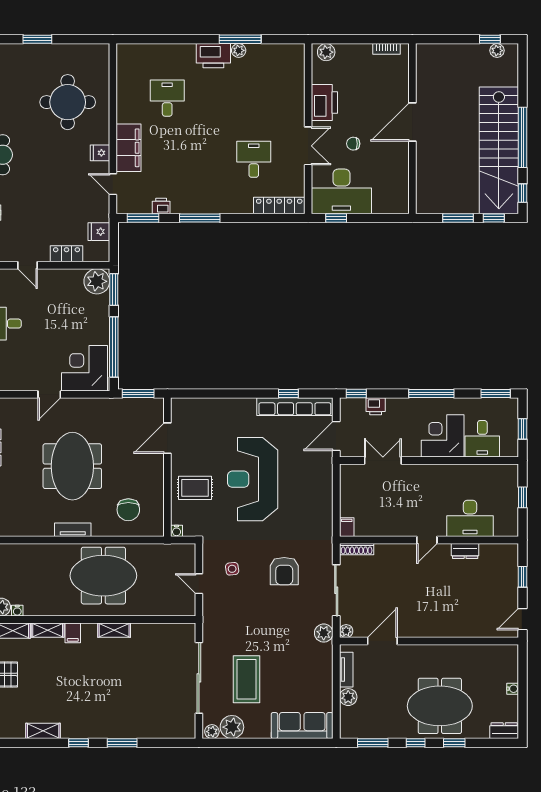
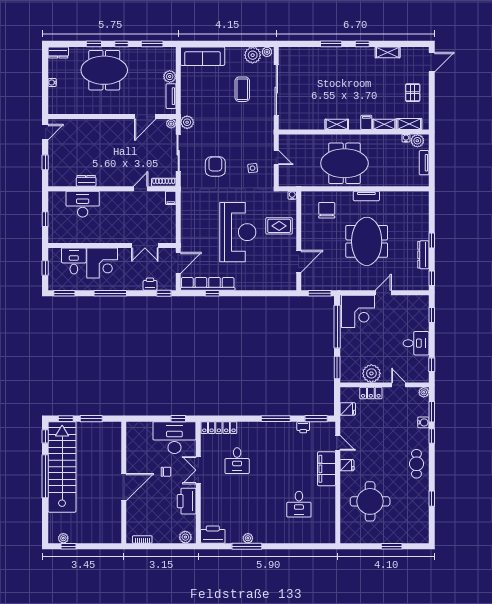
printer: (213, 56) -> (213, 535), moved
plant: (97, 281) -> (371, 373), moved
door: (427, 540) -> (141, 189), moved
coffee table: (247, 679) -> (242, 89), width x0.73, depth x0.76

